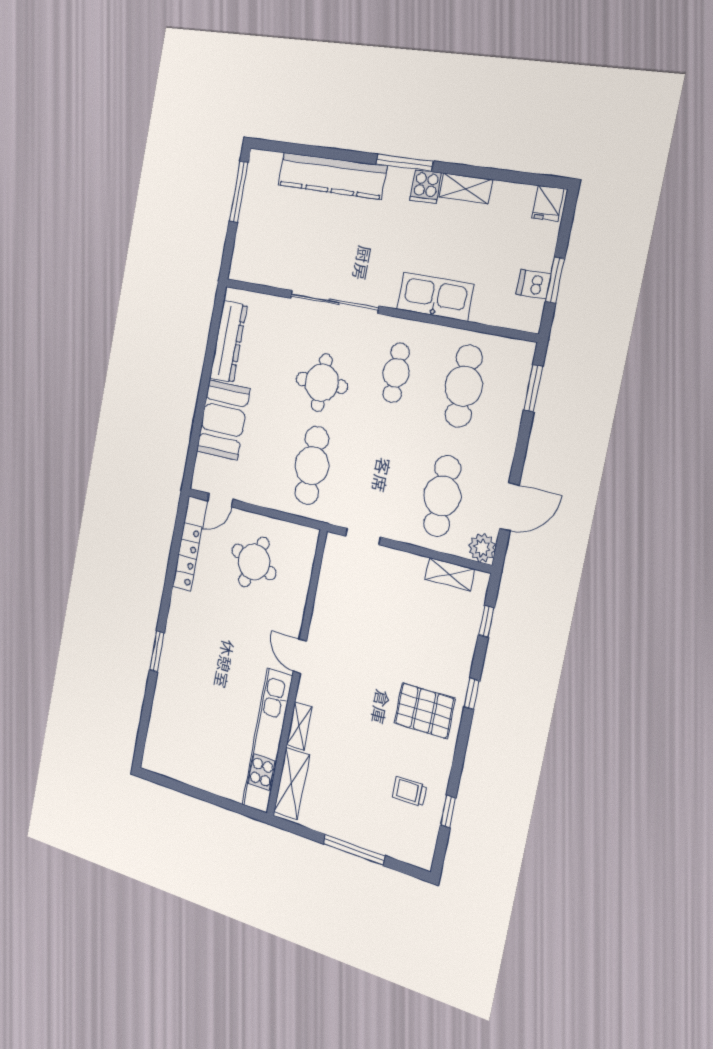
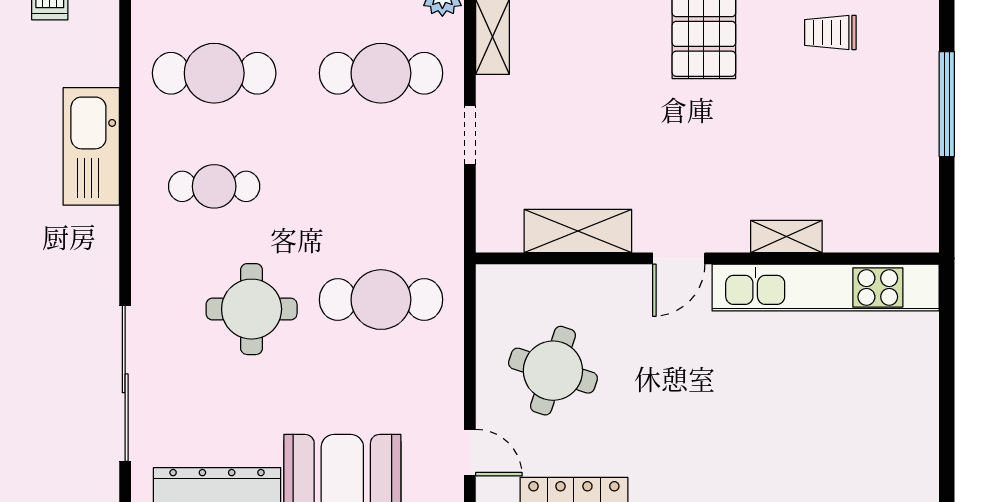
sliding door: (334, 302) -> (125, 383), moved
doorway: (363, 537) -> (470, 135), moved
shelving: (292, 783) -> (578, 231), moved
trolley: (409, 791) -> (830, 32), turned 90

